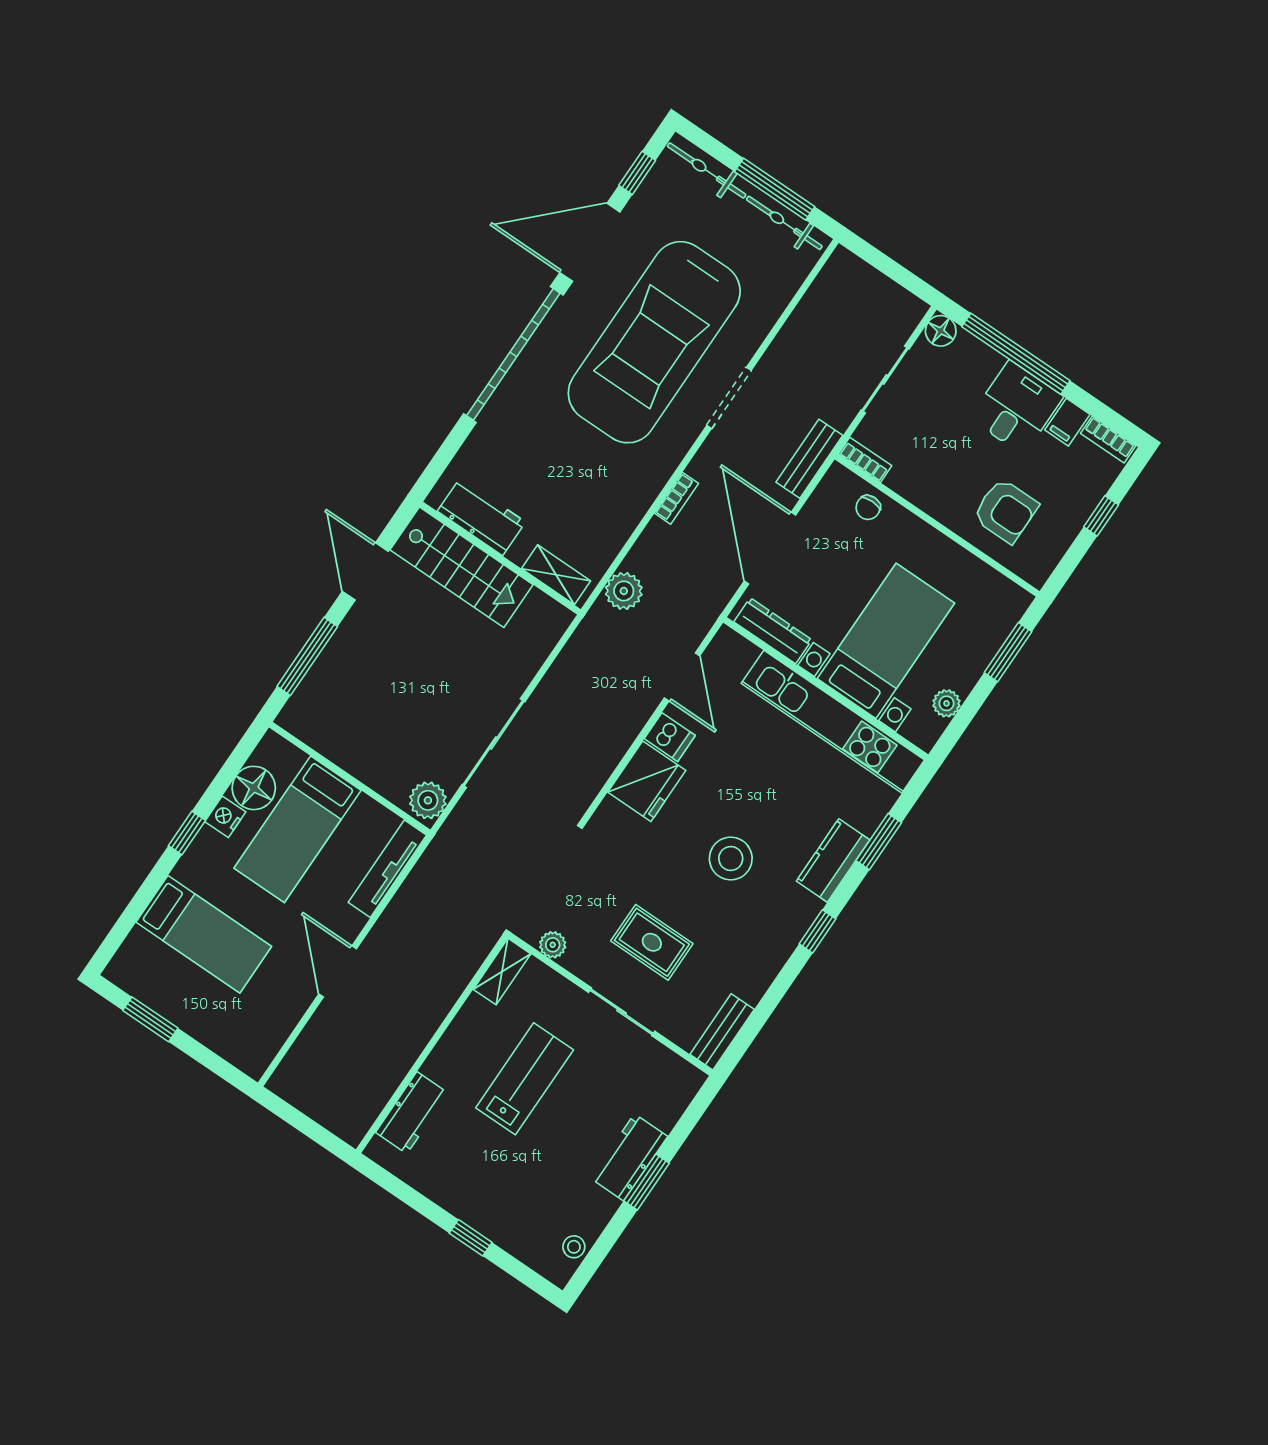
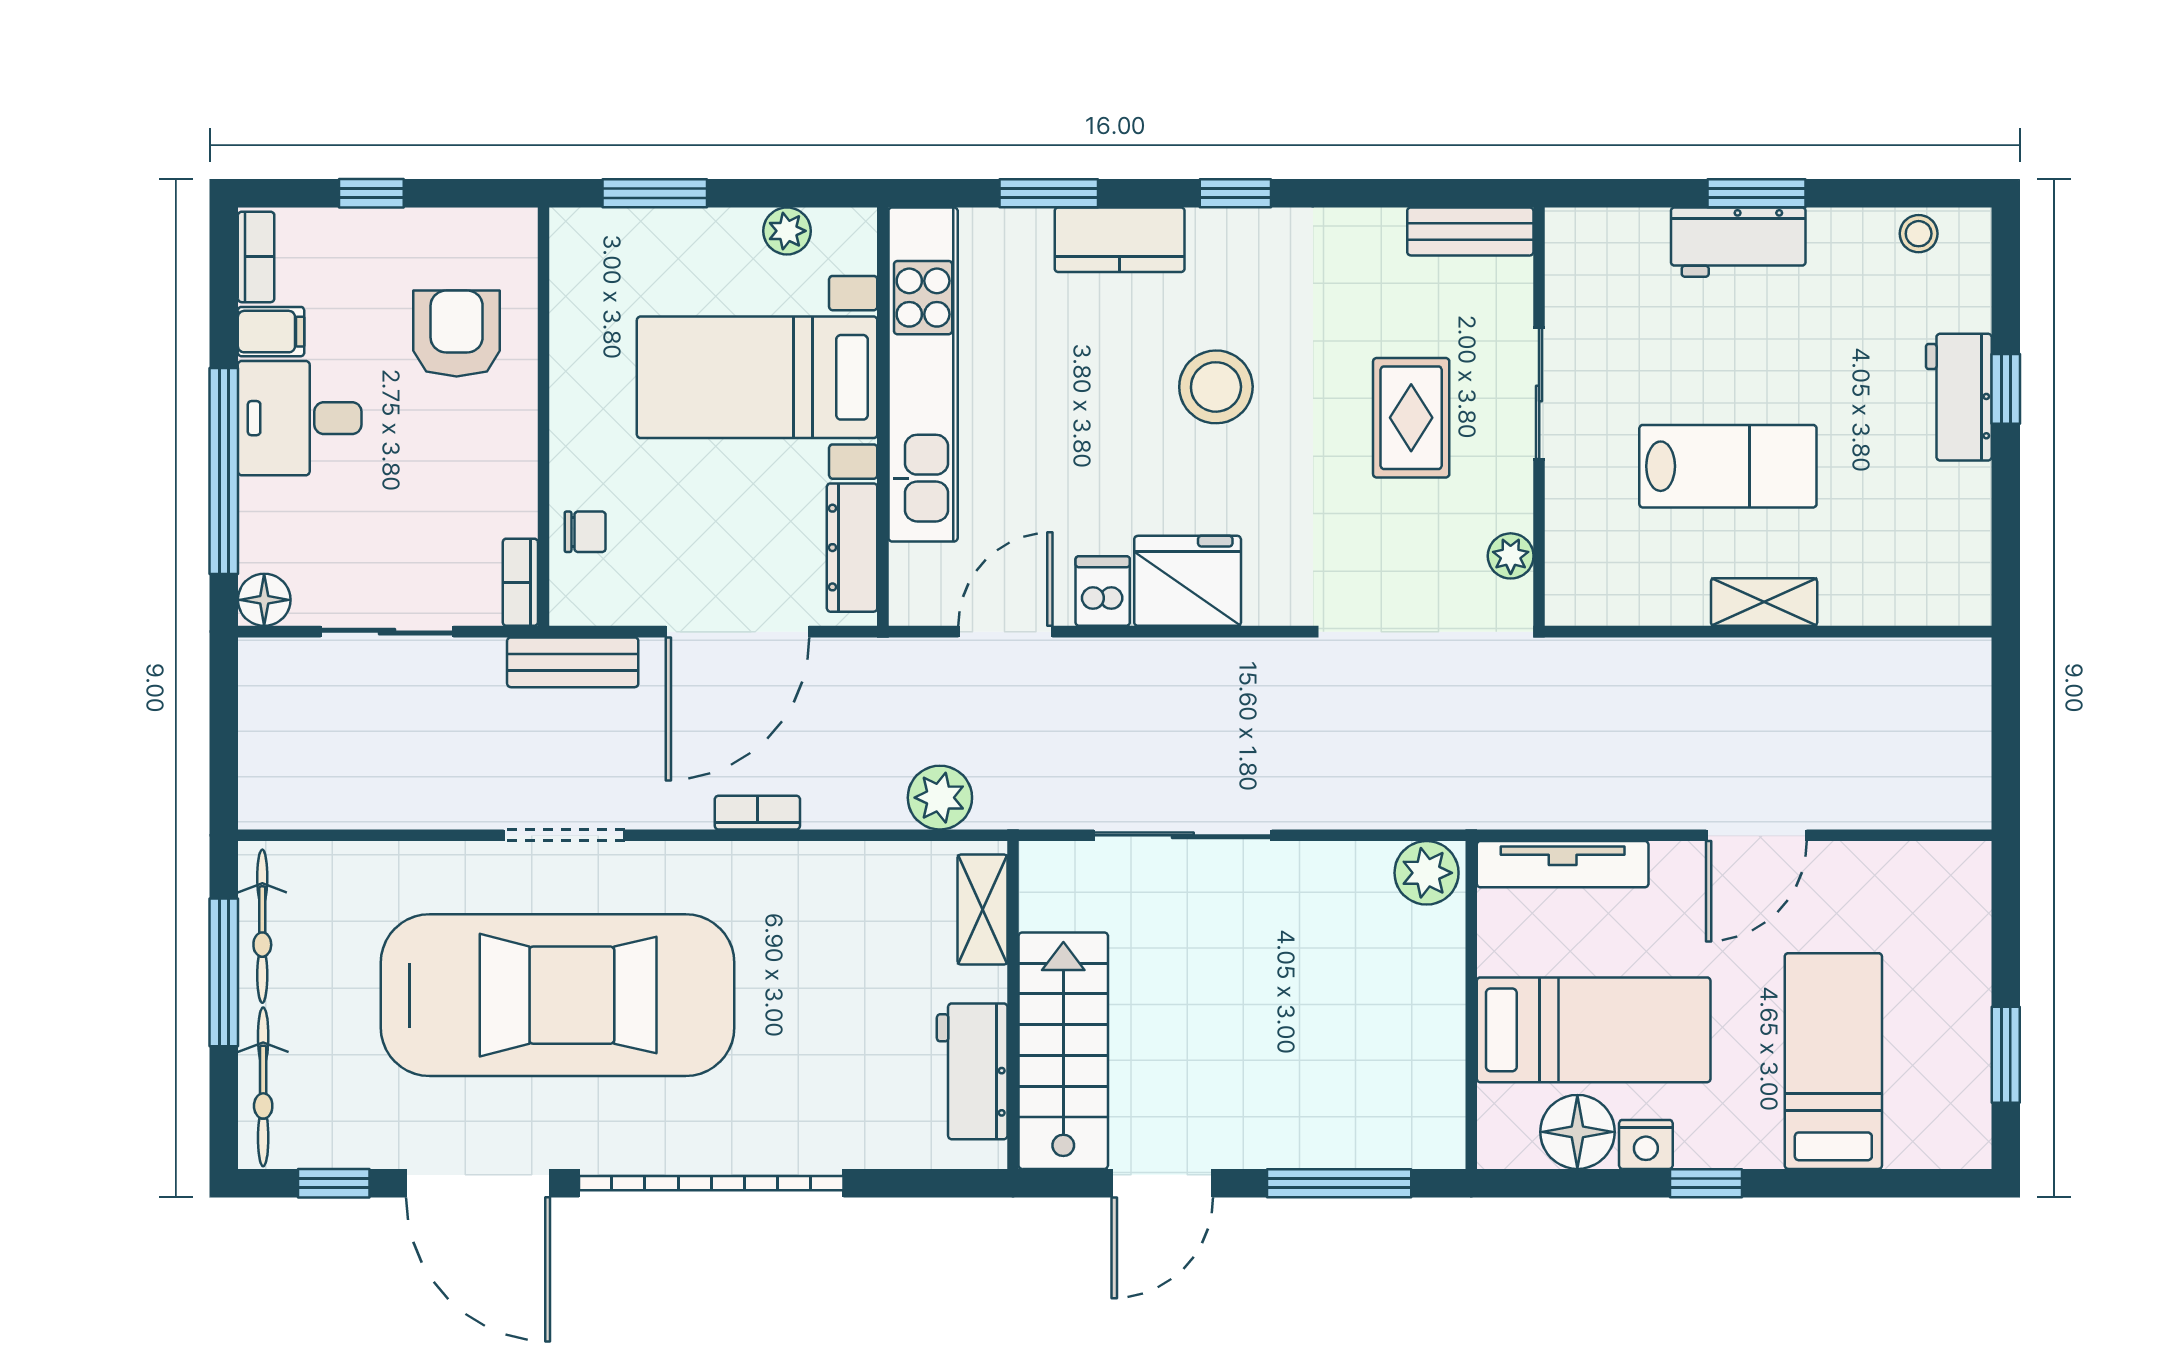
sliding door: (493, 743) -> (1183, 835), moved
shelving: (502, 972) -> (1764, 602), moved
lab bench: (525, 1079) -> (1728, 466), turned 180
workbench: (412, 1113) -> (1959, 397), moved, turned -90

